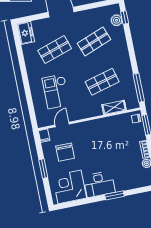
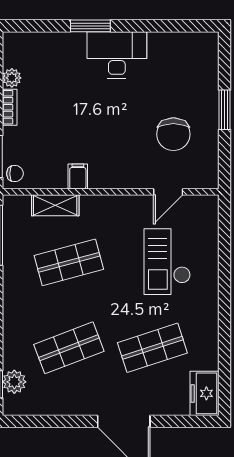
checkout: (56, 91) -> (167, 262), turned 180
filing cabinet: (44, 136) -> (78, 176), moved
chair: (65, 152) -> (173, 134), turned 180
corner desk: (70, 187) -> (178, 62), removed

